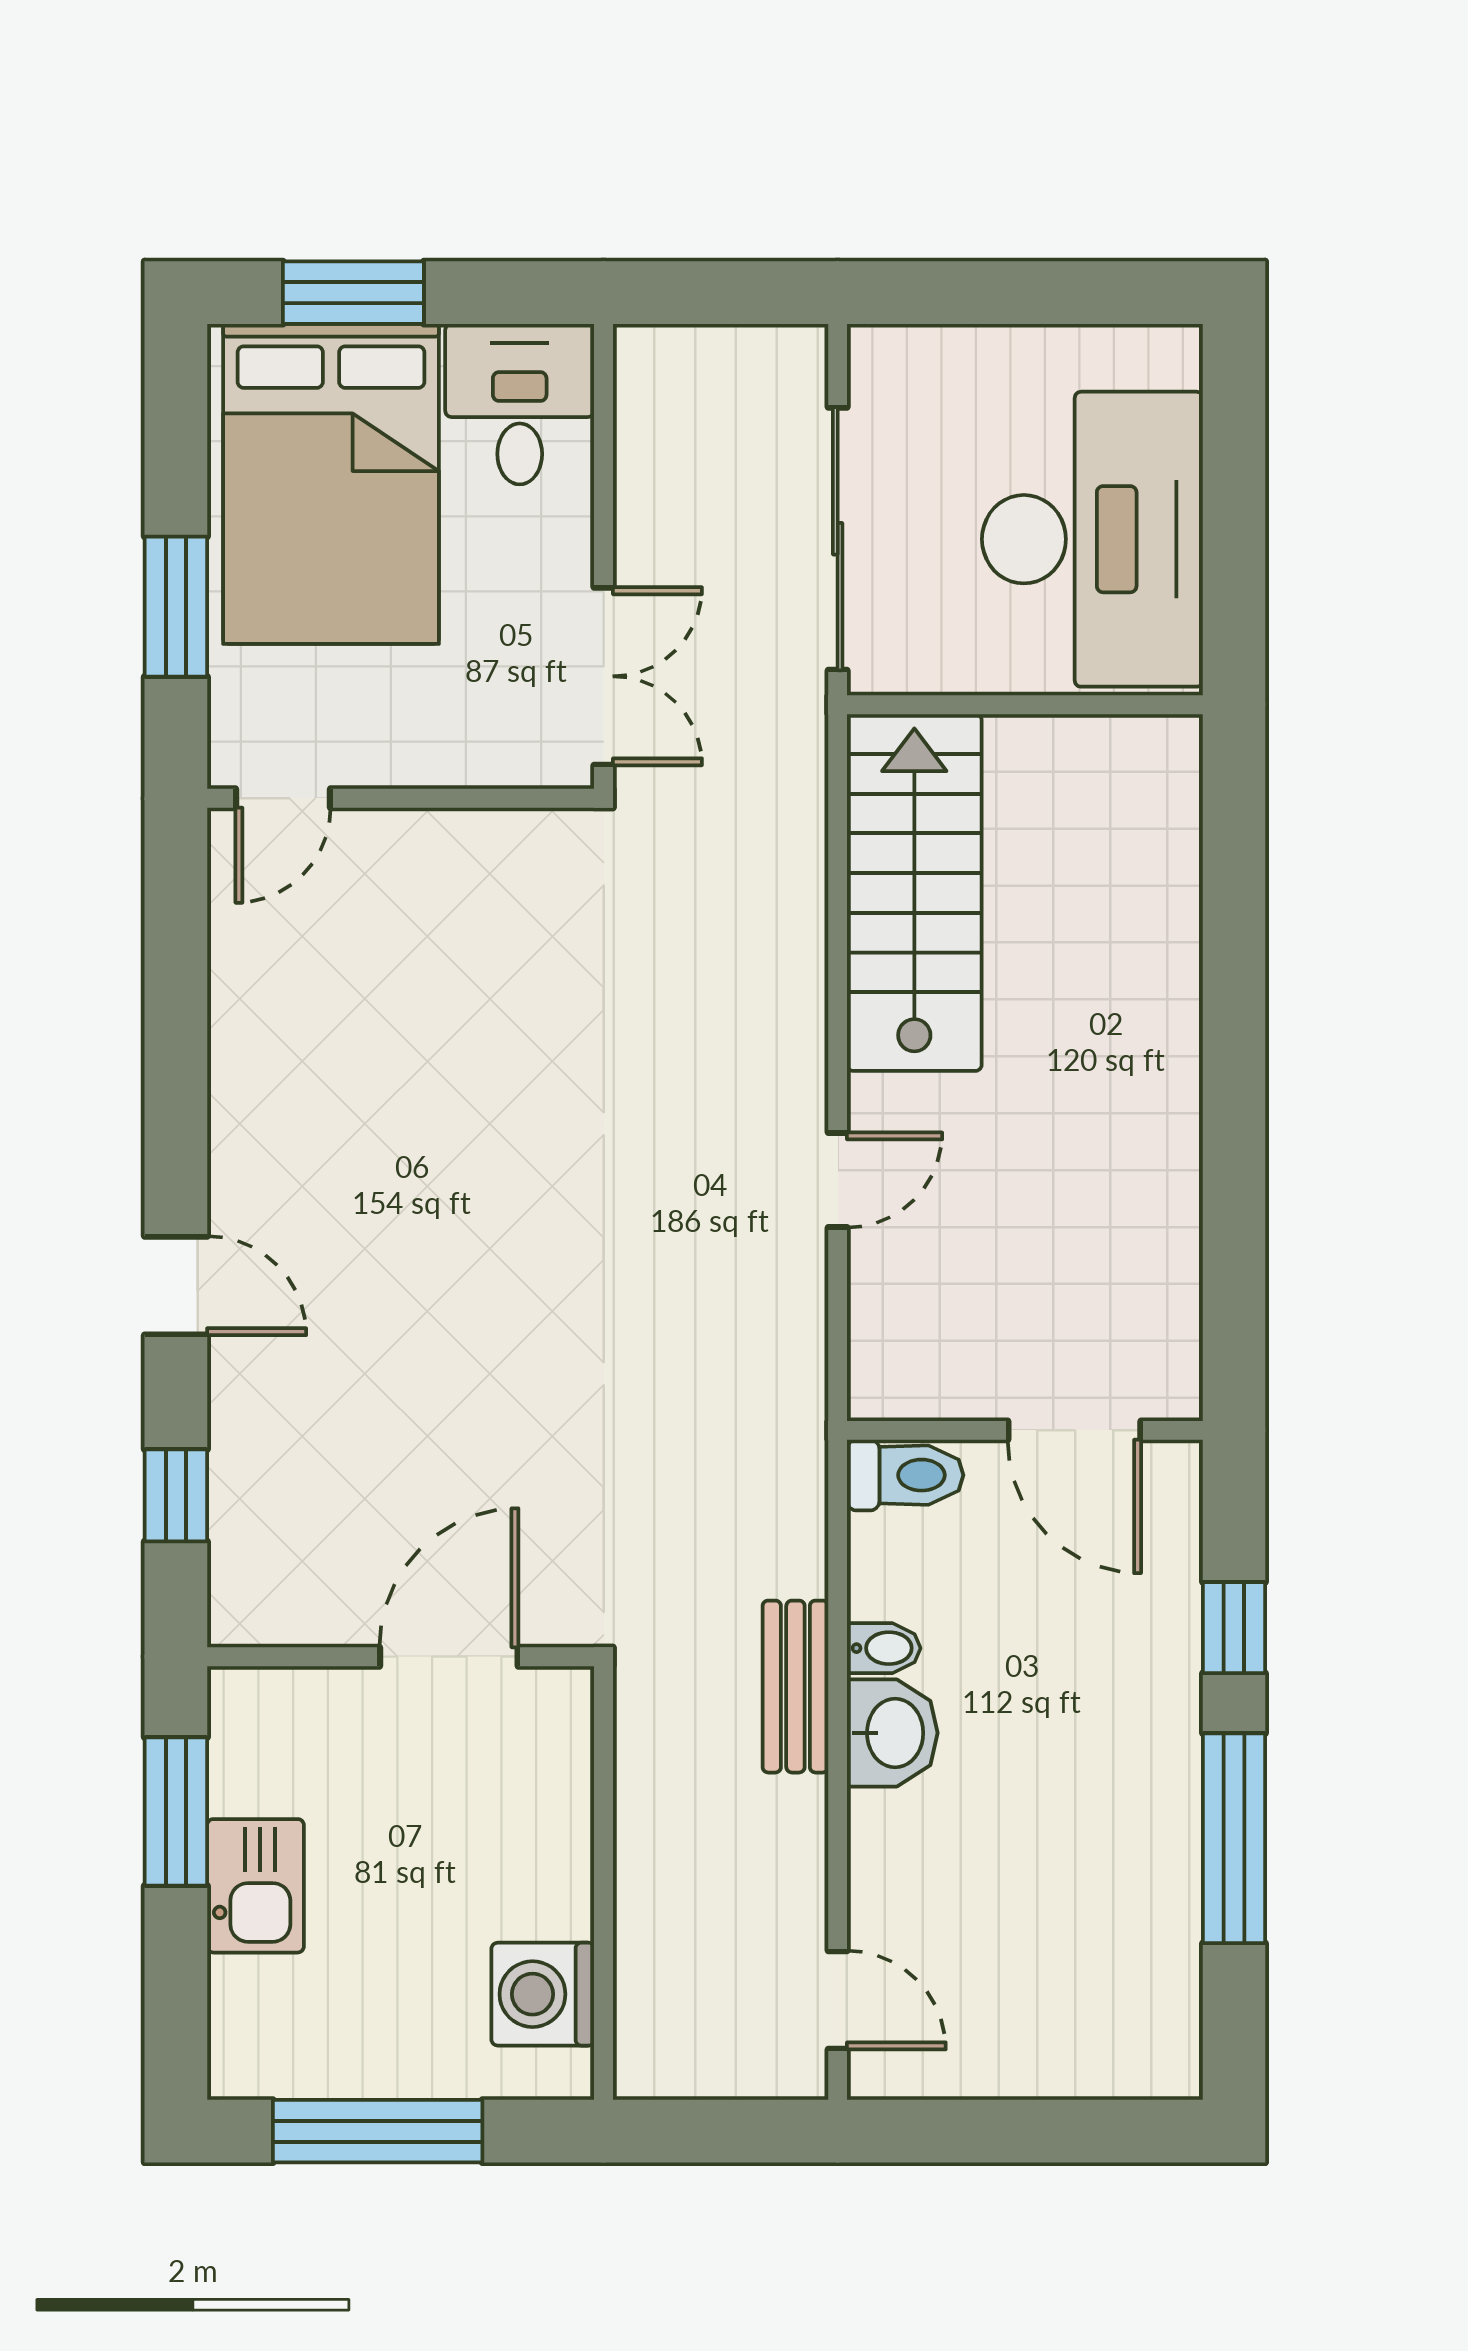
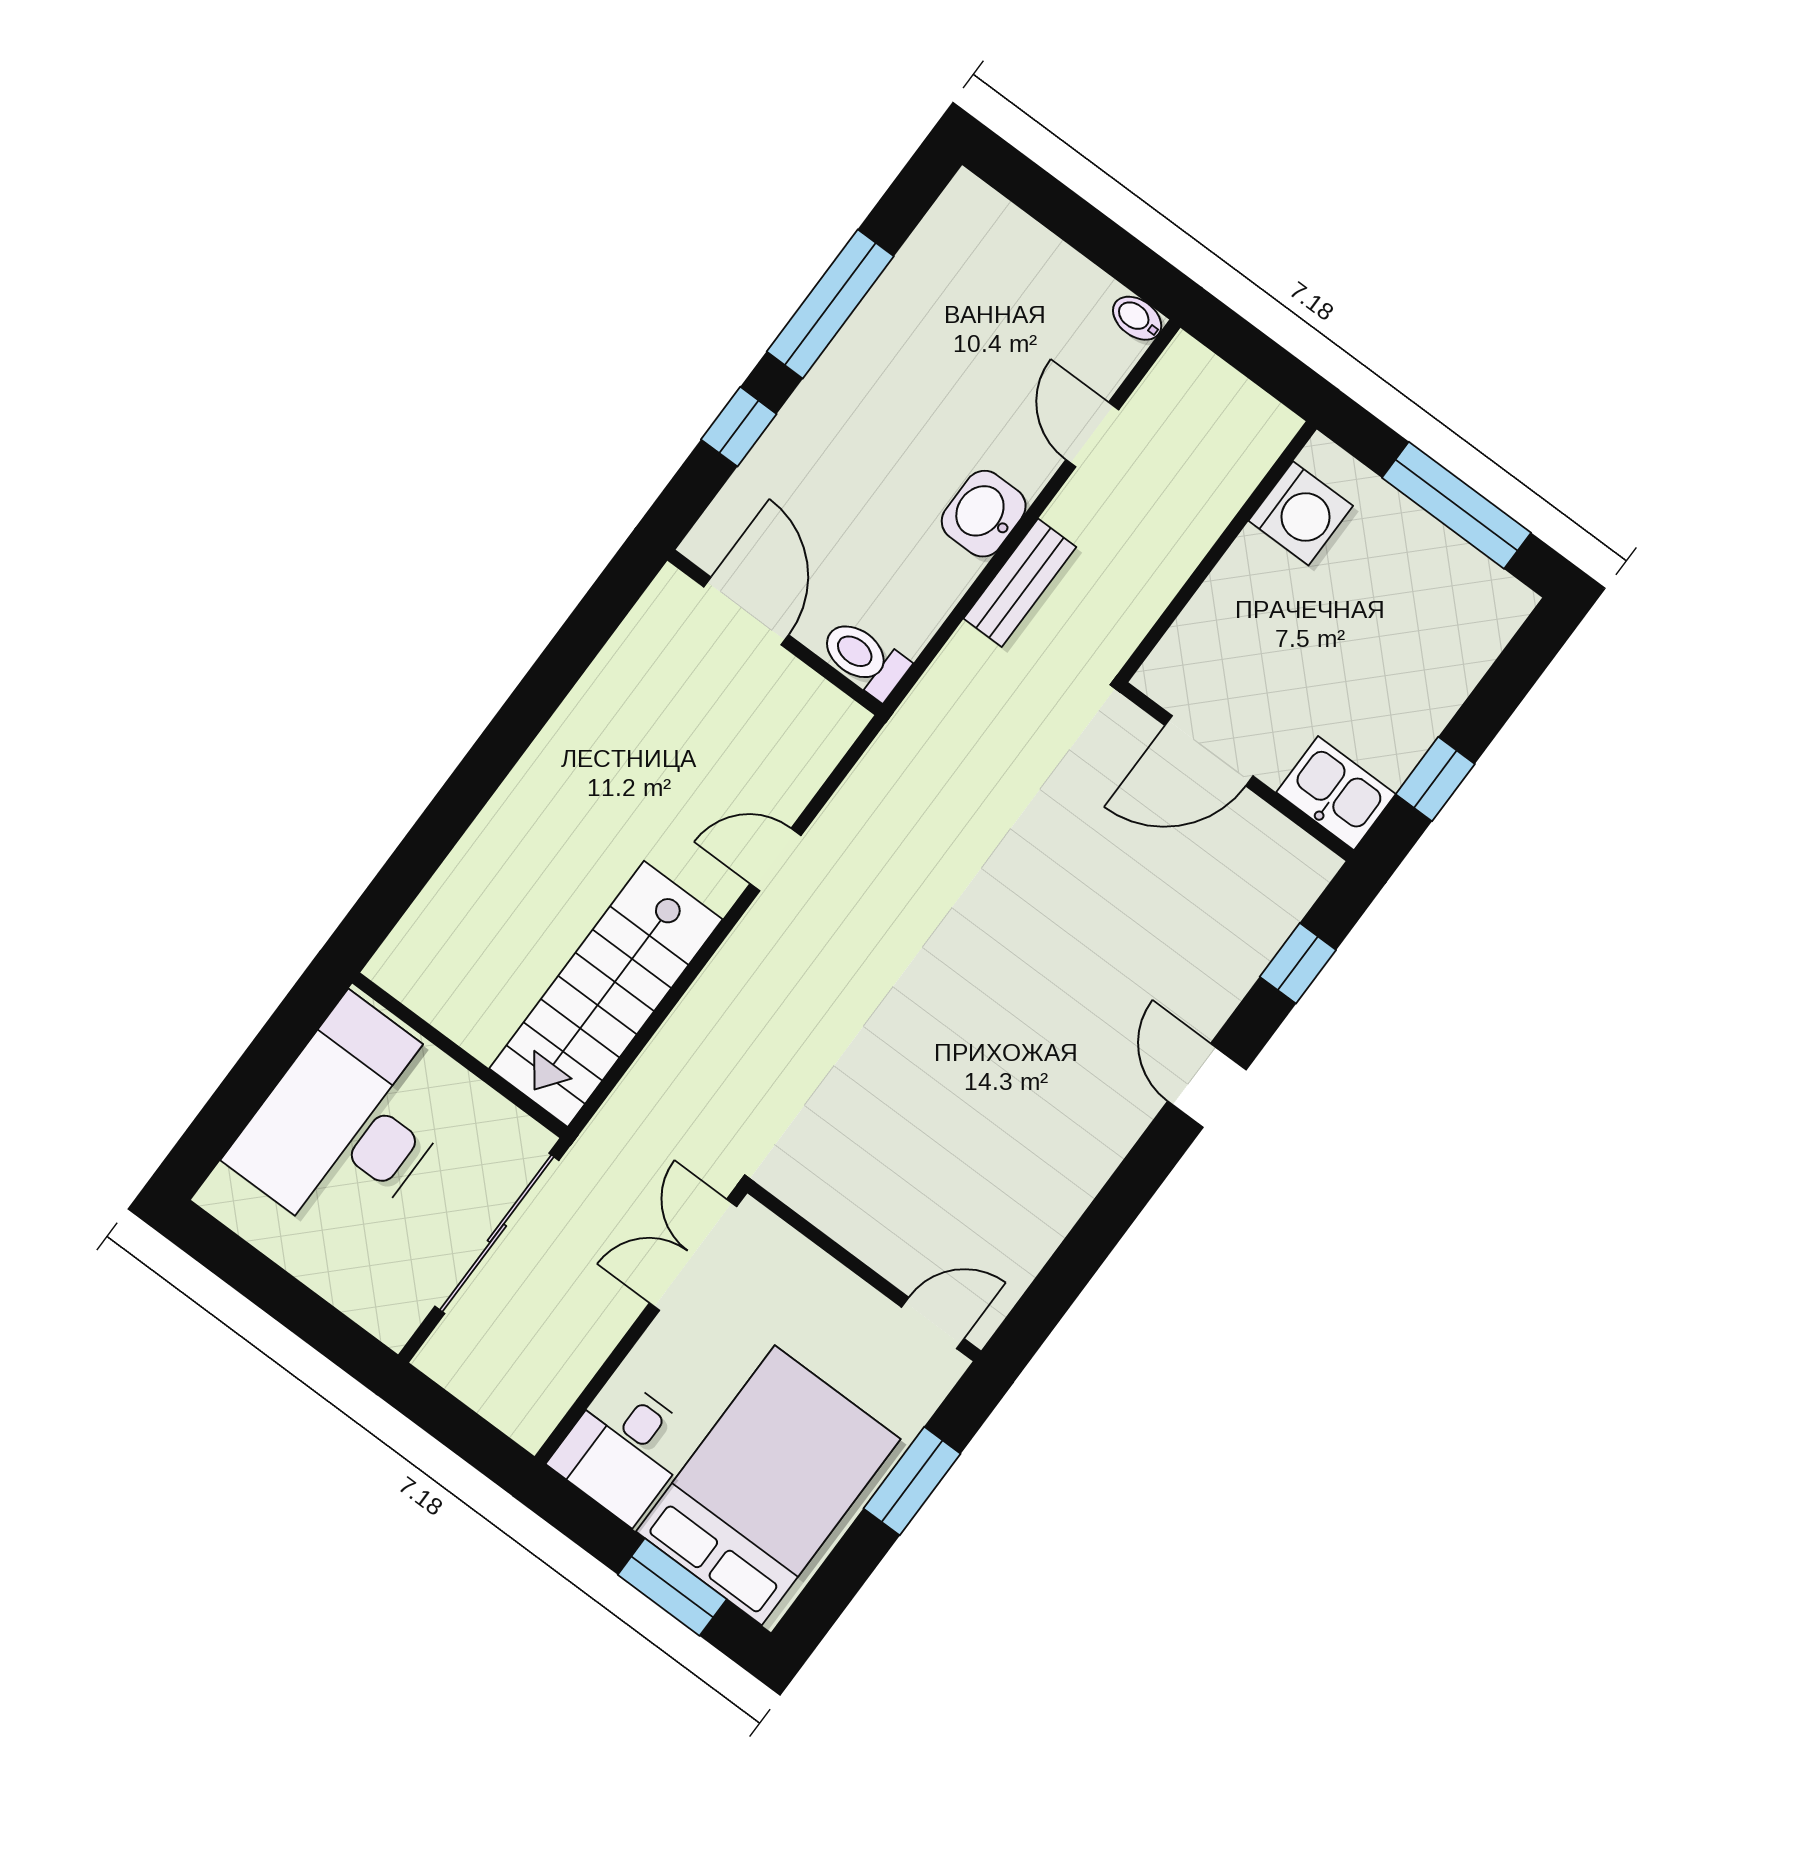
bidet: (884, 1648) -> (1137, 318), moved
window: (176, 1812) -> (1435, 779), width x0.67
kitchen sink: (256, 1886) -> (1336, 793), moved, turned 90
door: (838, 2000) -> (1092, 435), moved

